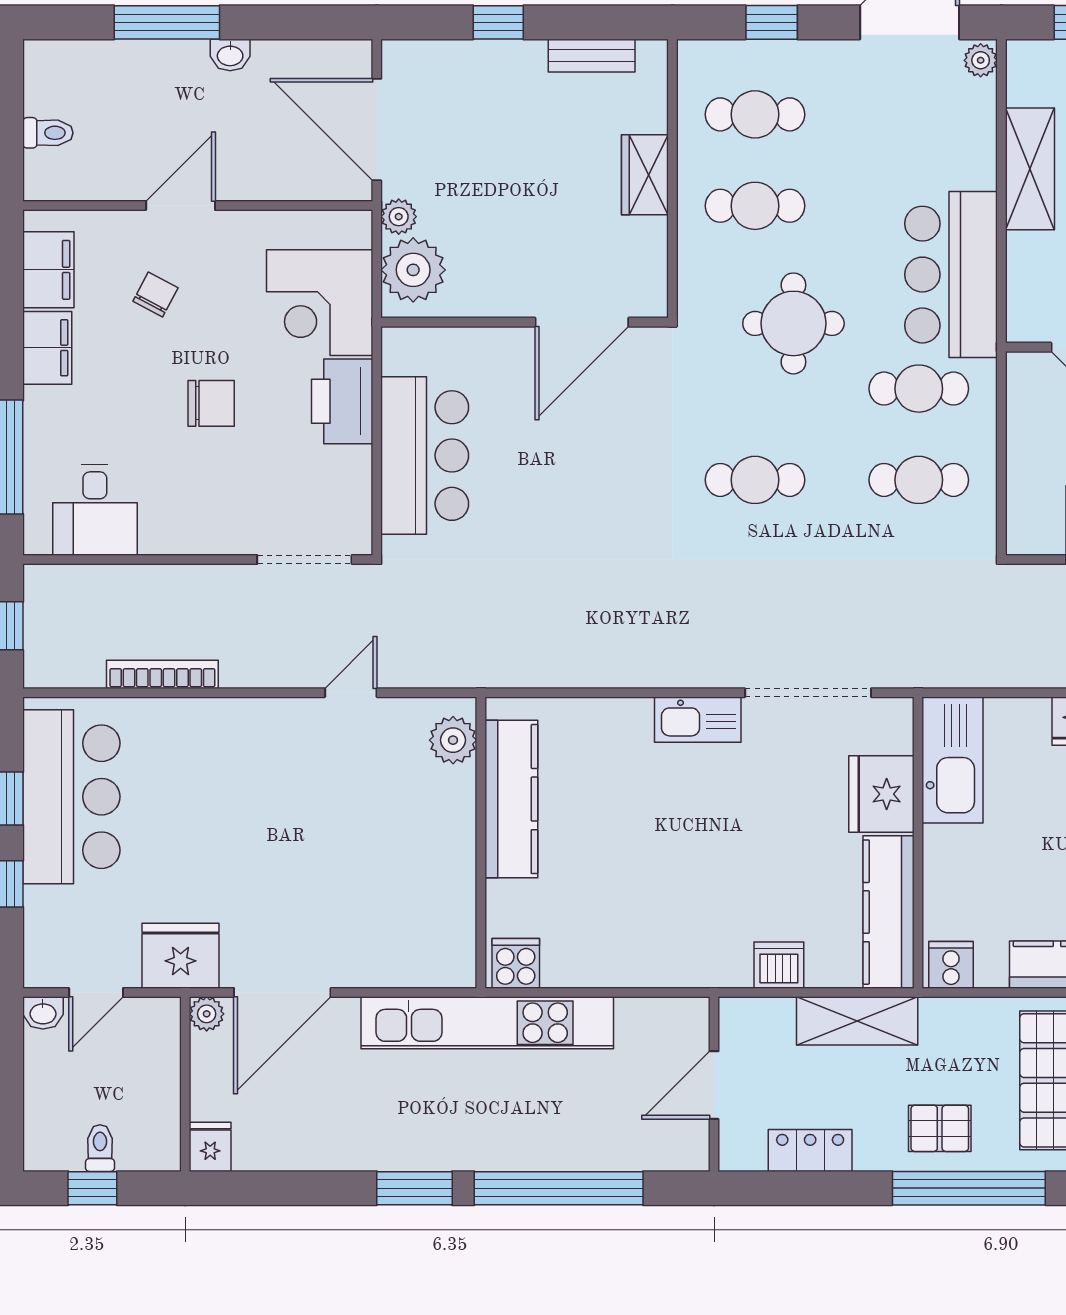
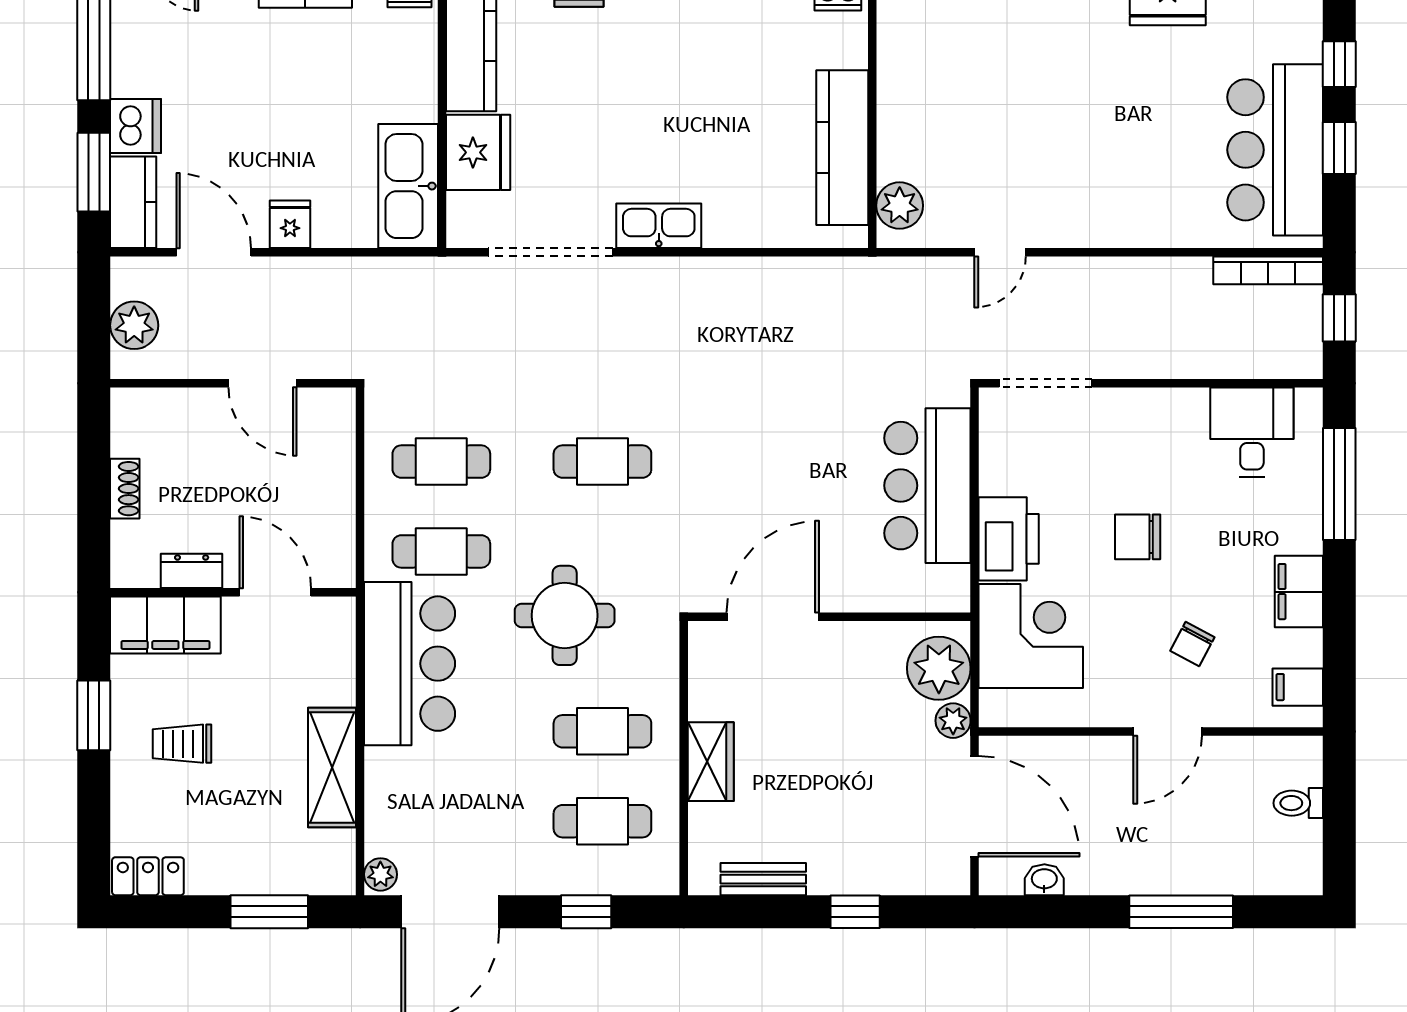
washbasin: (230, 55) -> (1044, 880), moved
filing cabinet: (48, 270) -> (1298, 687), width x0.50
bookcase: (162, 674) -> (1268, 270), moved

